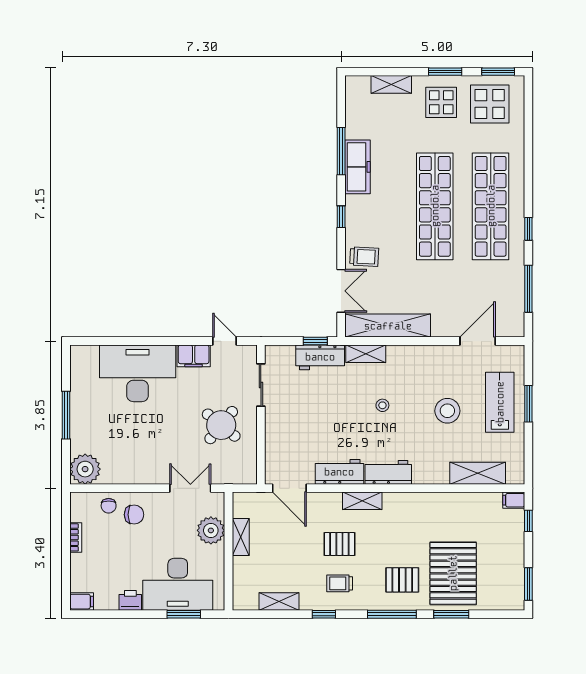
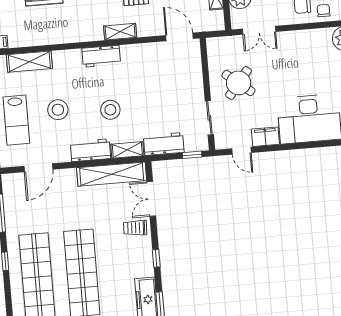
window: (315, 341) -> (192, 155), moved
stool: (382, 405) -> (110, 110), width x1.89, depth x1.89
workbench: (339, 472) -> (91, 150), moved, turned 180

